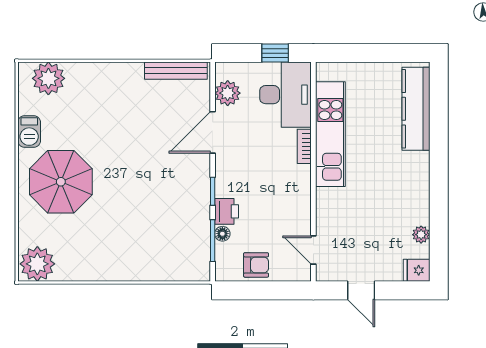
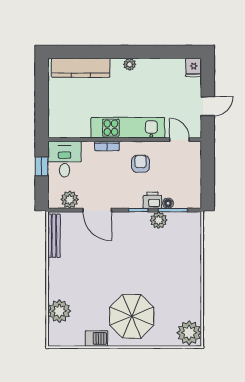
plant: (48, 78) -> (59, 311), moved
desk: (285, 95) -> (65, 159), width x0.73
kitchen unit: (330, 134) -> (128, 128), moved
plant: (198, 220) -> (159, 220), added
plant: (421, 235) -> (130, 64), moved
door: (313, 250) -> (179, 140), swing flipped
armchair: (256, 265) -> (140, 164), moved

